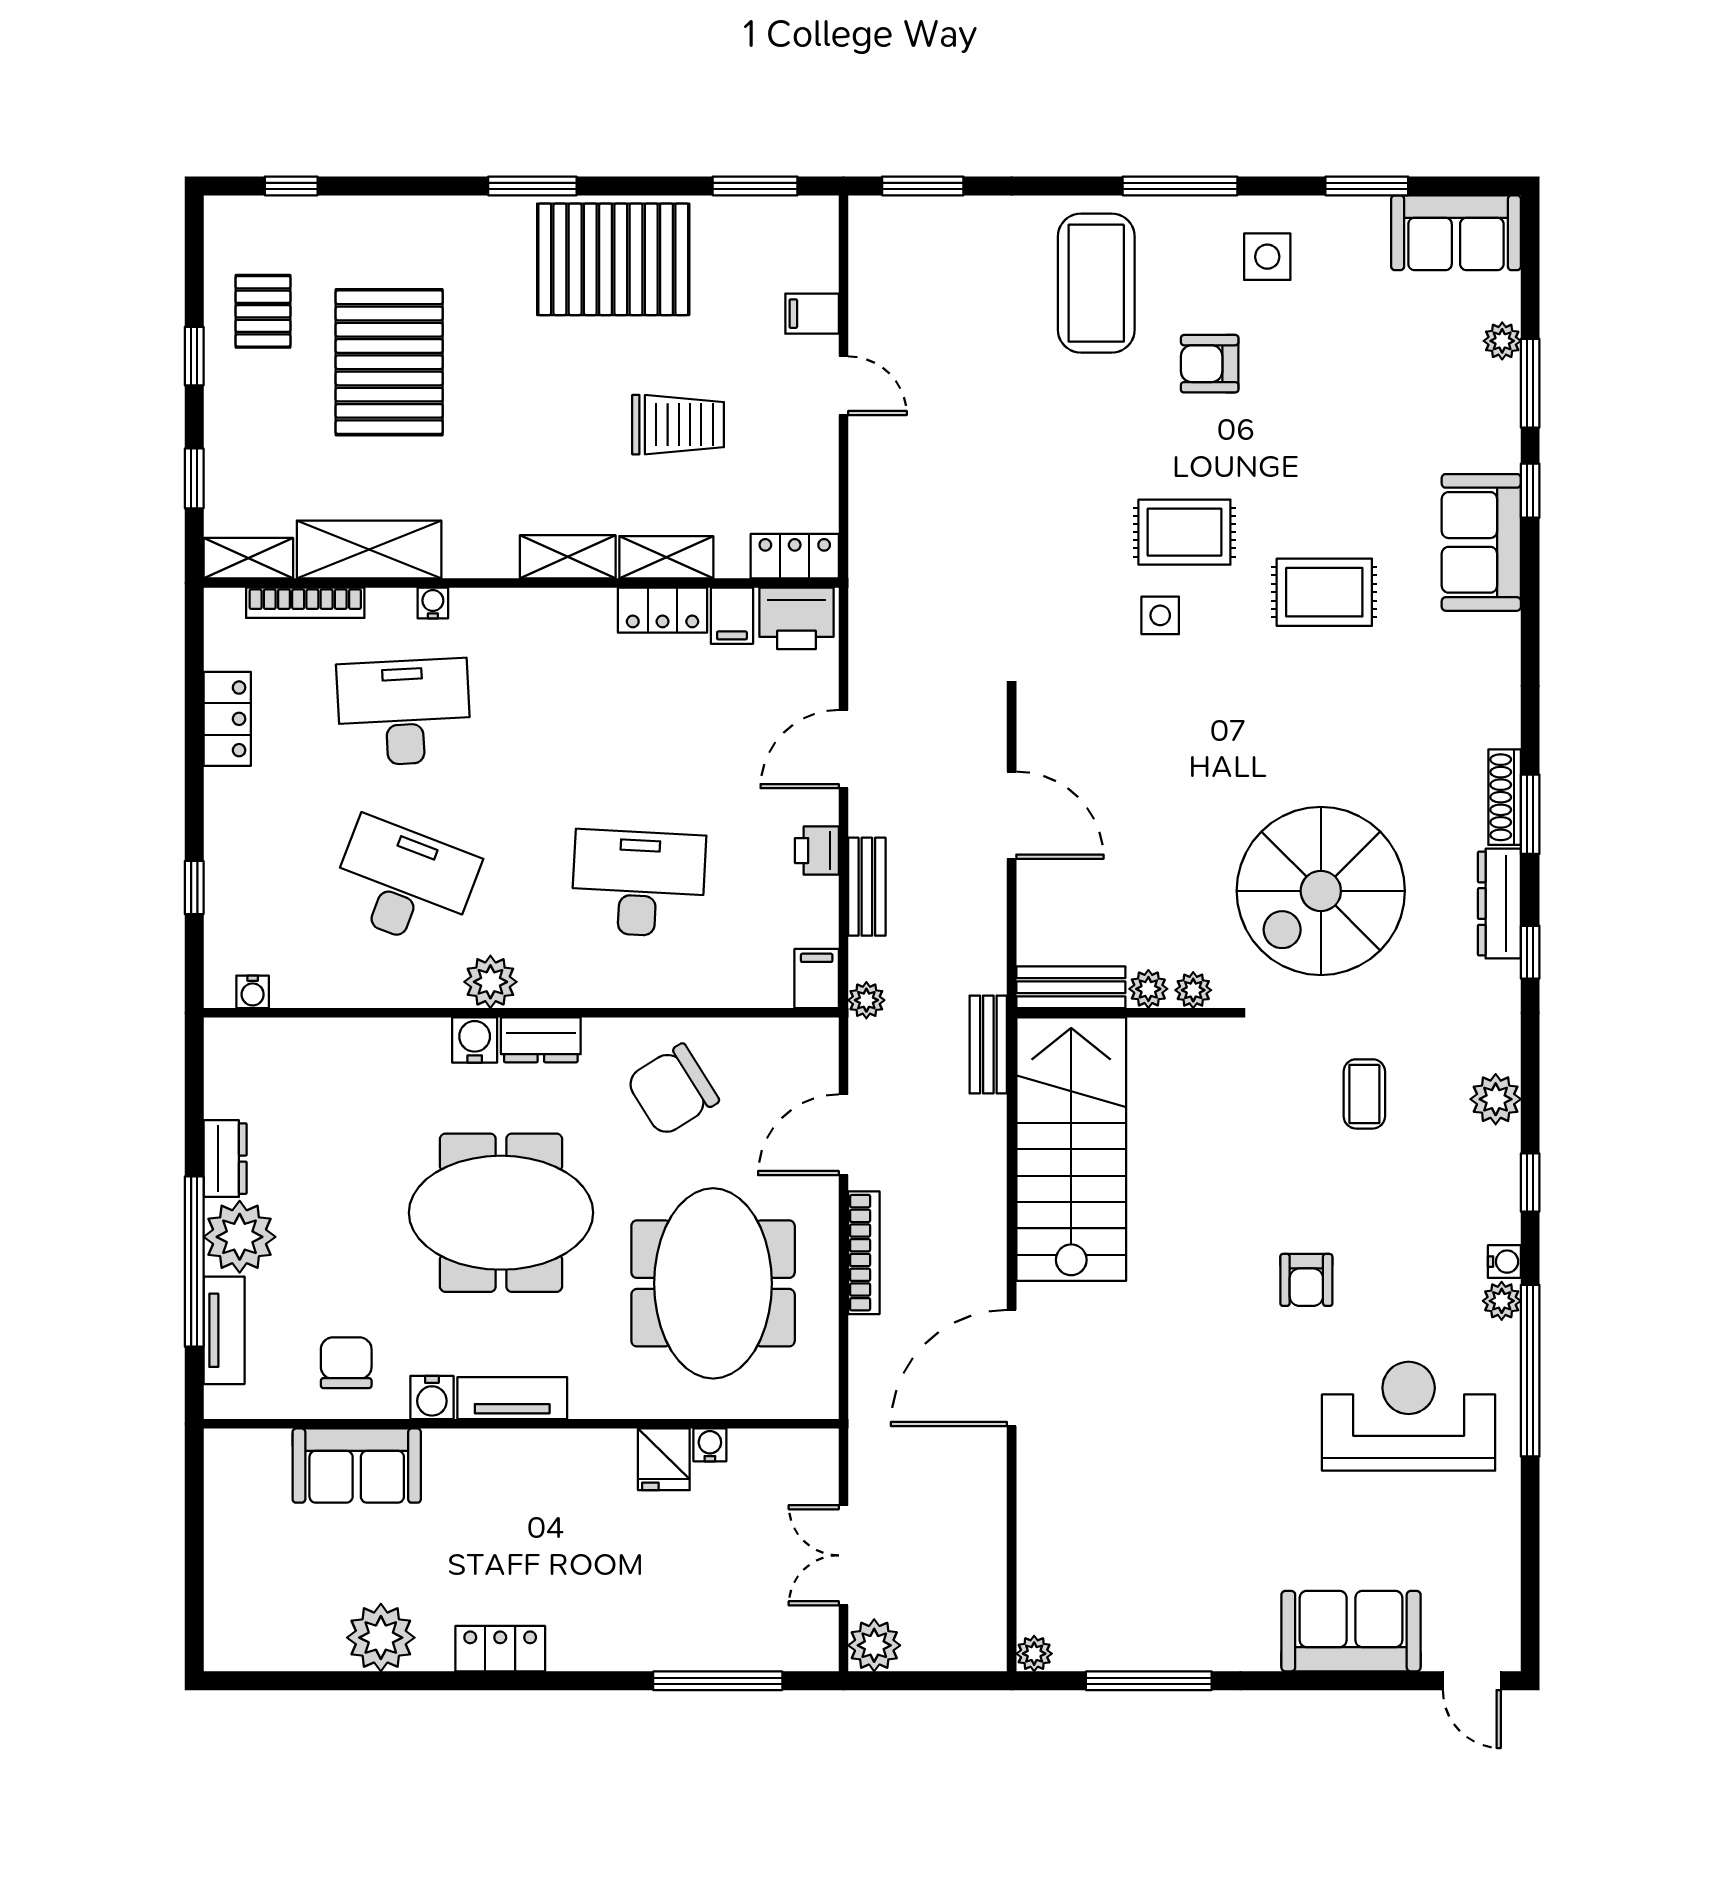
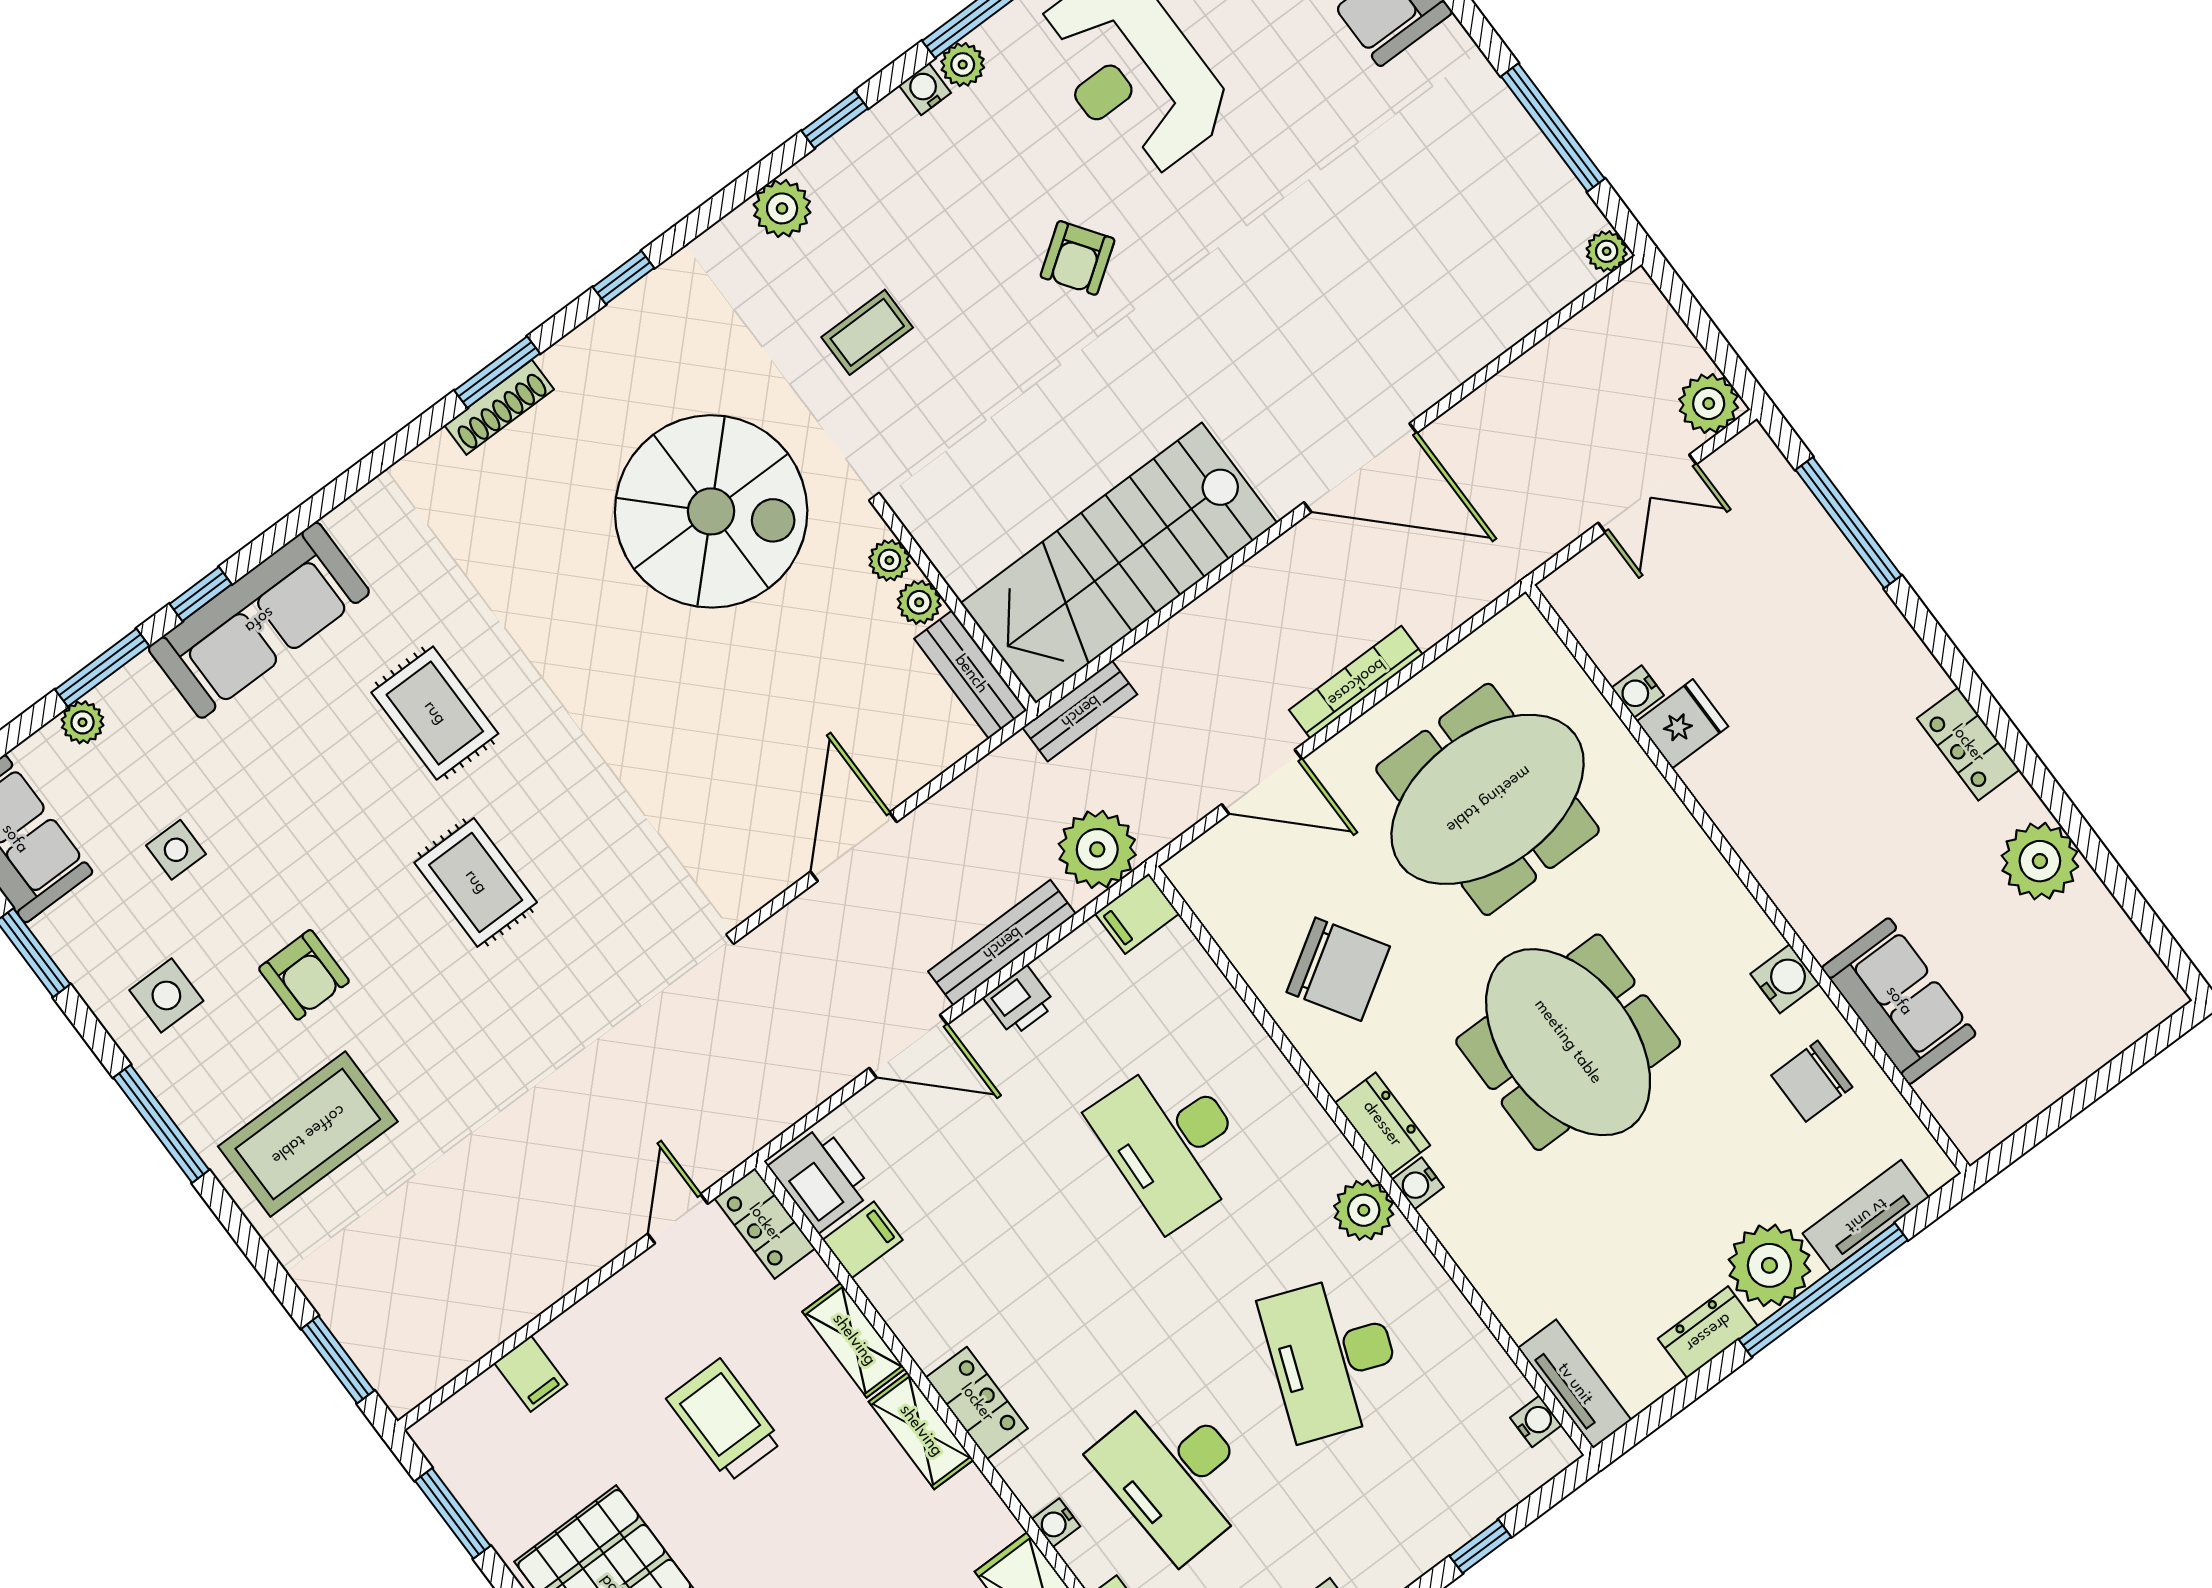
door: (843, 386) -> (678, 1219), moved
sofa: (1481, 542) -> (259, 620), width x1.36
locker: (663, 610) -> (977, 1403), moved
side table: (1160, 615) -> (176, 850), moved
bench: (867, 887) -> (1002, 943), width x1.36
dresser: (1499, 904) -> (600, 339), removed
plant: (866, 1000) -> (1097, 849), width x1.88, depth x1.88
water cooler: (475, 1040) -> (1418, 1183), width x0.72, depth x0.72
armchair: (1306, 1280) -> (1078, 258), turned 145
tv unit: (512, 1398) -> (1575, 1384), moved, turned 180

